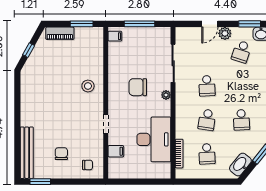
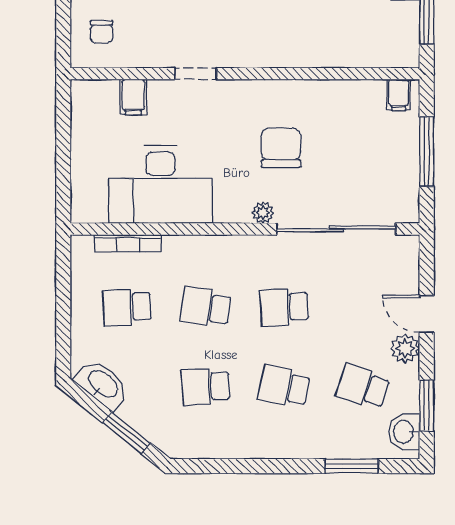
sliding door: (173, 63) -> (336, 229), width x1.36
stool: (88, 86) -> (284, 33), removed
school desk: (241, 86) -> (284, 387), added

